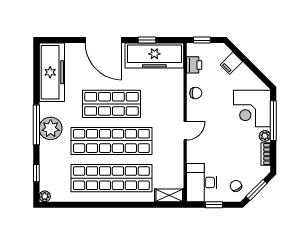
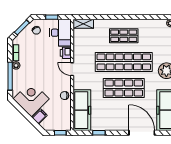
door: (103, 40) -> (142, 133), moved
freezer: (154, 56) -> (82, 110), moved, turned 90
printer: (194, 65) -> (66, 53), moved
corner desk: (252, 109) -> (31, 99), moved, turned -45
door: (185, 131) -> (72, 69), hinge flipped
shop shelf: (111, 178) -> (124, 36), width x0.50, depth x0.74

